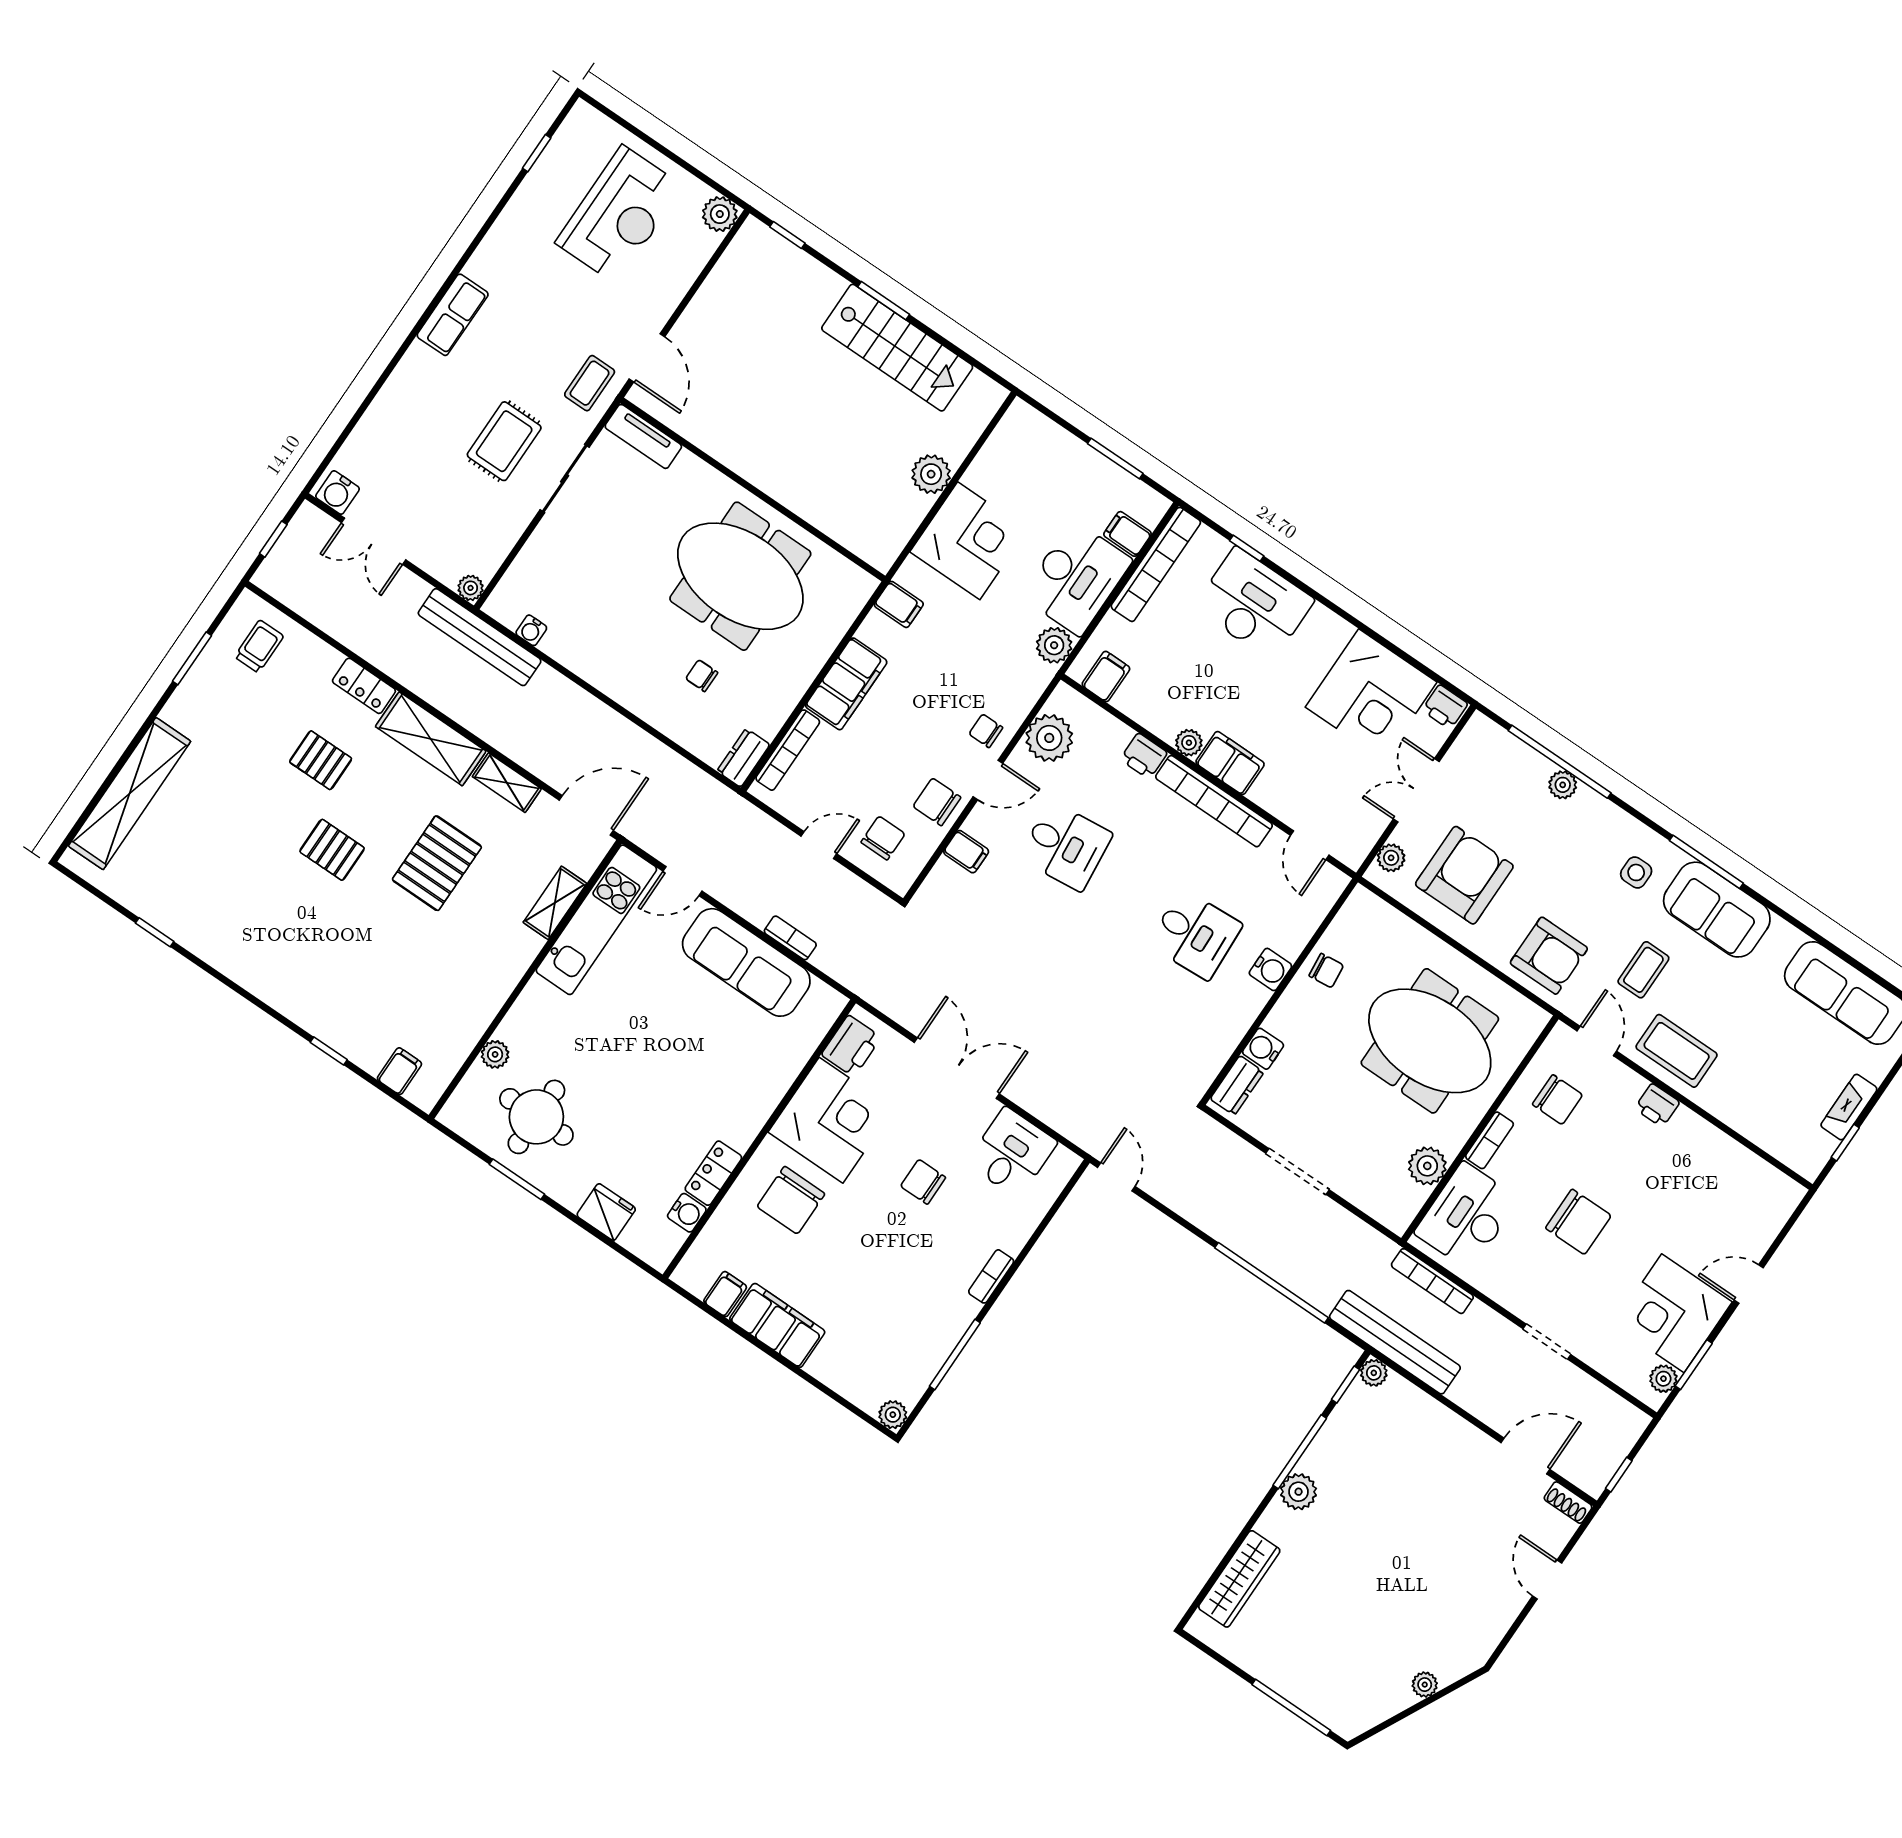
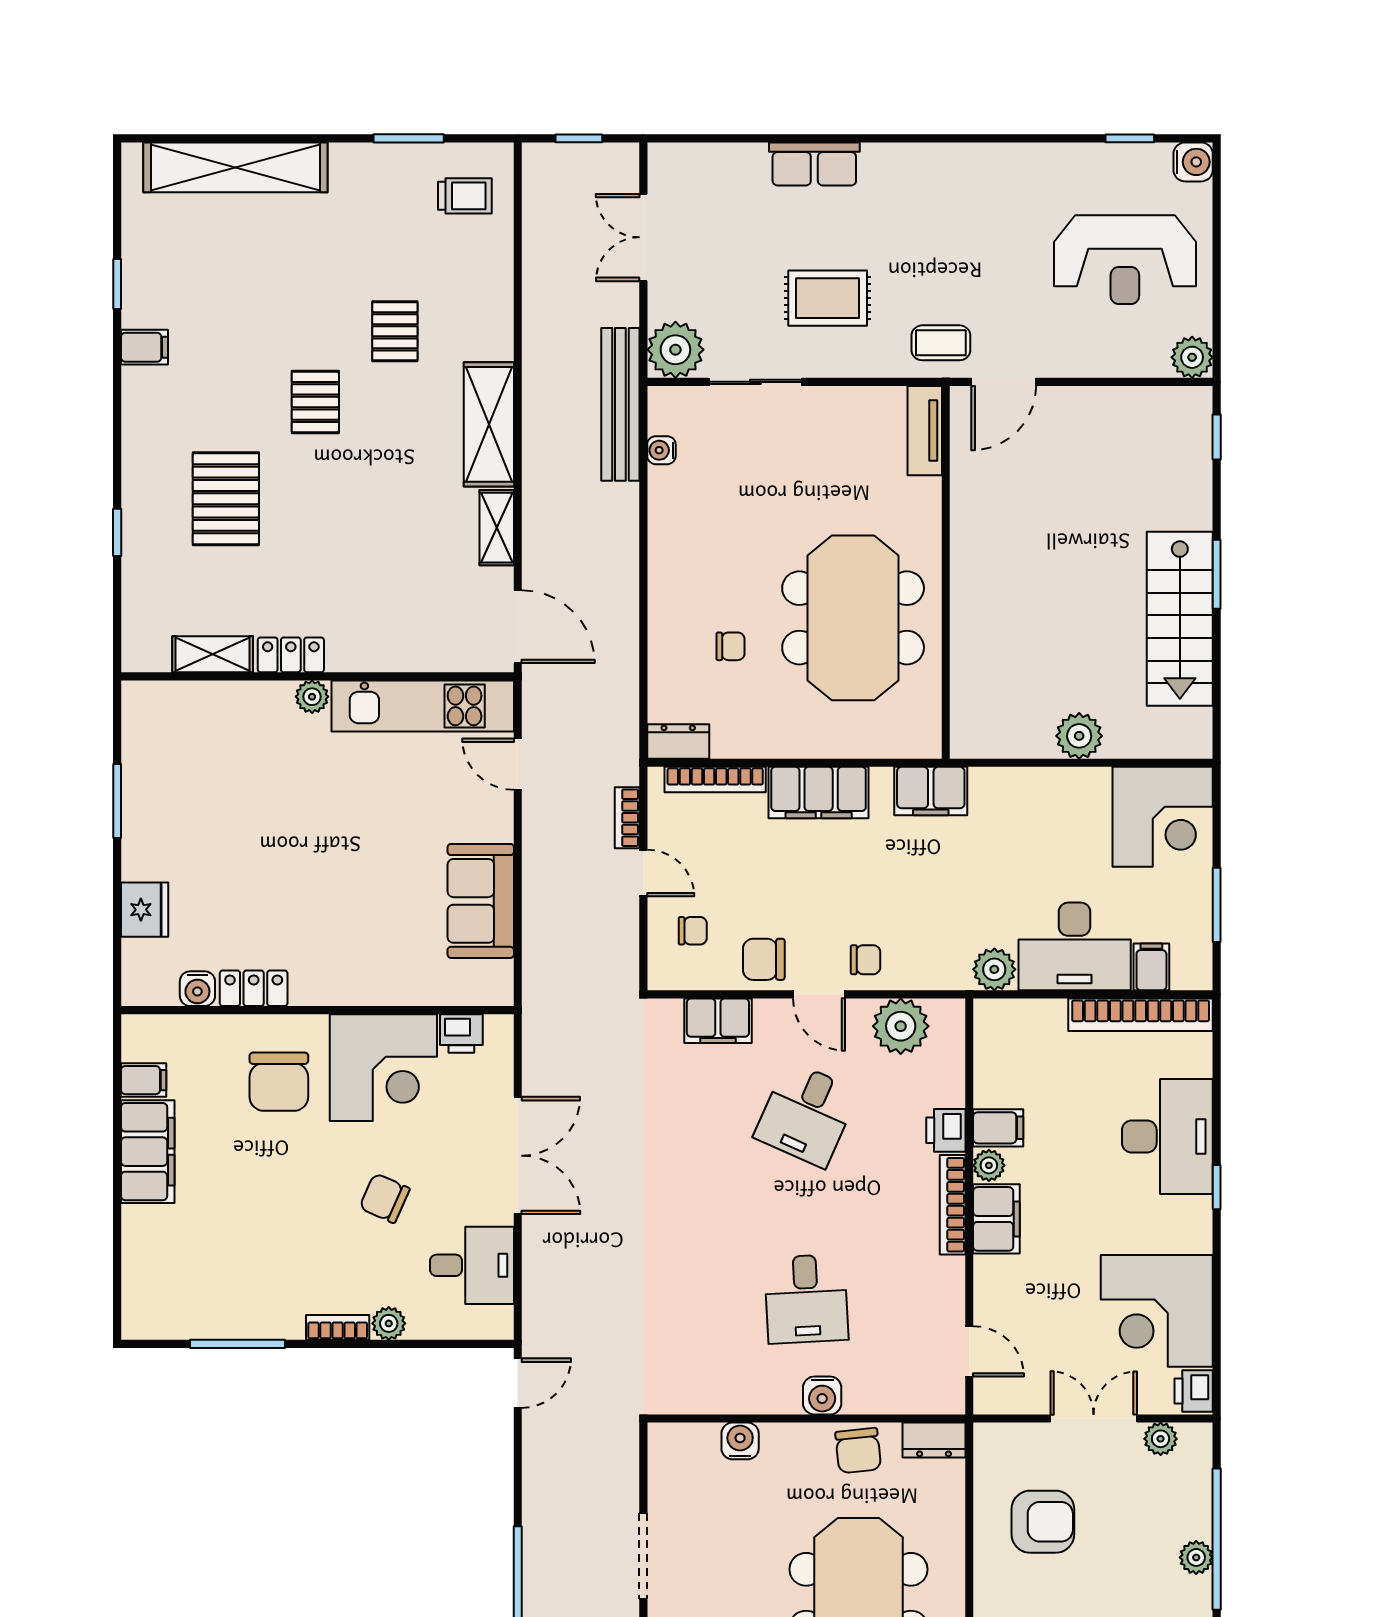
row of seats: (453, 315) -> (814, 164), moved
sliding door: (565, 479) -> (755, 382), moved
water cooler: (338, 493) -> (1193, 162), moved, turned 180
corner desk: (969, 541) -> (1163, 817), moved
window: (1247, 548) -> (1217, 1187), moved
plant: (471, 588) -> (675, 350), width x1.87, depth x1.87
filing cabinet: (899, 604) -> (931, 791), width x2.00
chair: (702, 676) -> (731, 646), turned 90
filing cabinet: (1106, 676) -> (998, 1128), moved
locker: (364, 686) -> (291, 655), moved, turned 90
chair: (986, 731) -> (866, 960), turned 90
bookcase: (1214, 801) -> (953, 1205), width x0.68, depth x0.76
chair: (937, 802) -> (764, 959), turned -90
chair: (883, 838) -> (693, 931), width x0.73, depth x0.73
door: (1310, 845) -> (969, 1351), swing flipped
desk: (1066, 846) -> (806, 1114), turned 30
filing cabinet: (966, 852) -> (718, 1021), width x2.00
plant: (1391, 858) -> (1161, 1439), moved
pallet: (437, 863) -> (226, 499), moved, turned 90
armchair: (1464, 875) -> (1043, 1522), width x0.73, depth x0.73
shelving: (555, 903) -> (213, 654), moved
bookcase: (790, 938) -> (627, 818), moved, turned 180
sofa: (746, 962) -> (481, 901), width x0.73
chair: (1326, 971) -> (858, 1451), width x1.37, depth x1.37
printer: (851, 1046) -> (461, 1033), width x0.73, depth x0.81
plant: (495, 1054) -> (312, 697), moved
filing cabinet: (399, 1071) -> (144, 347), moved
dresser: (1237, 1085) -> (934, 1440), moved
round table: (536, 1117) -> (191, 779), removed
chair: (923, 1182) -> (385, 1198), turned -66
chair: (791, 1200) -> (279, 1082), turned -90
plant: (893, 1415) -> (389, 1323), moved

